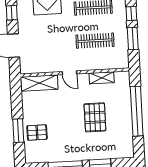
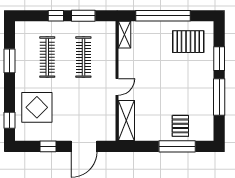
shelving: (102, 78) -> (124, 35), moved
pallet: (95, 117) -> (188, 42), moved
window: (18, 131) -> (177, 146), width x1.44

